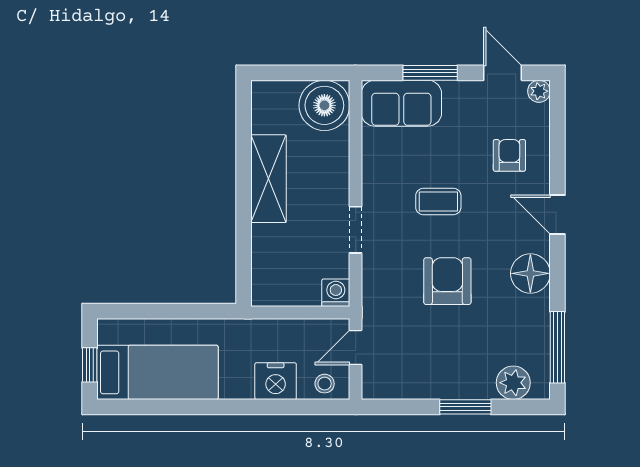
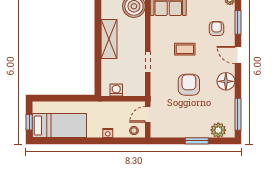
window: (557, 141) -> (238, 22), added
washing machine: (336, 293) -> (116, 90), moved
nightstand: (276, 381) -> (108, 133), width x0.53, depth x0.56

